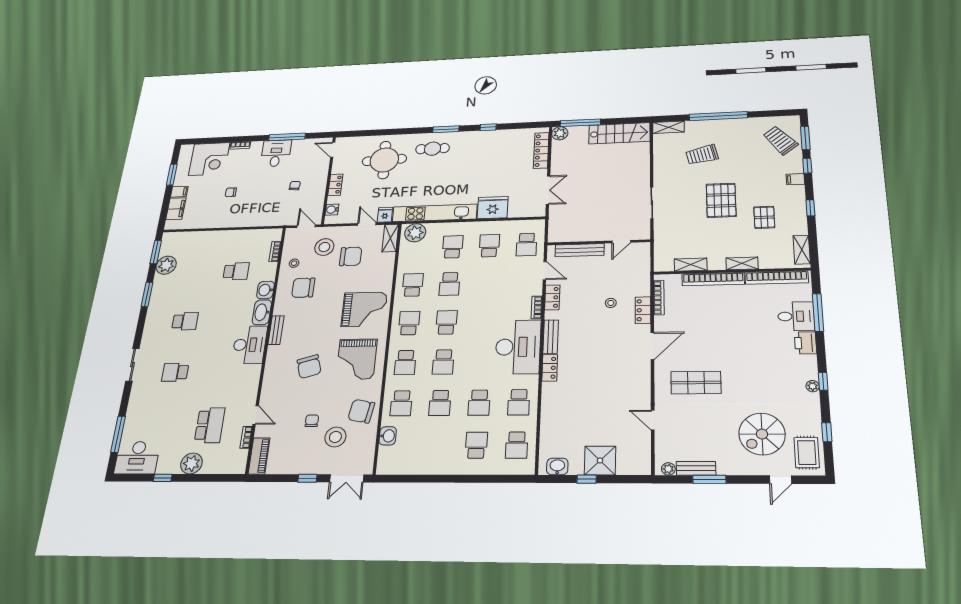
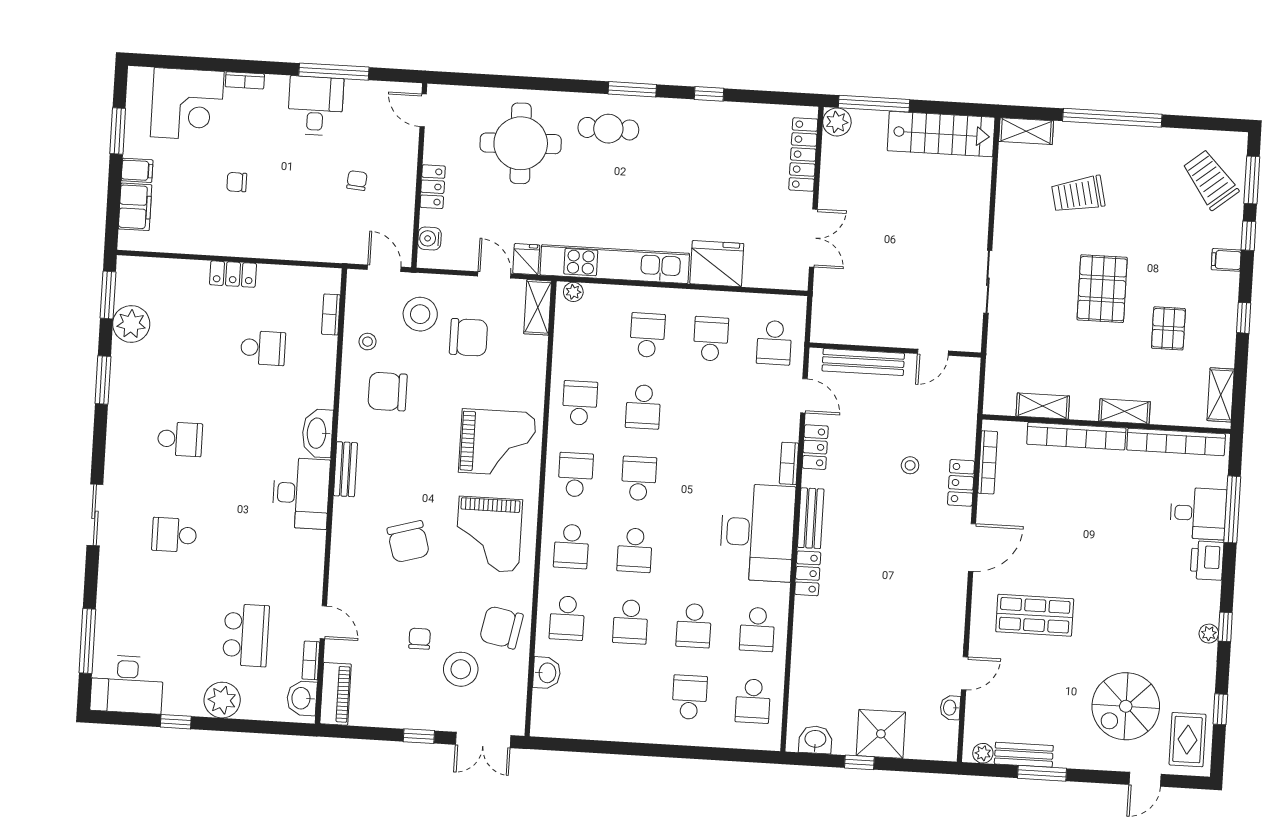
plant: (415, 233) -> (573, 292), width x0.53, depth x0.53
locker: (224, 236) -> (233, 274), added
washbasin: (265, 290) -> (302, 698), moved
door: (653, 420) -> (965, 673), swing flipped
washbasin: (645, 442) -> (950, 708), added

